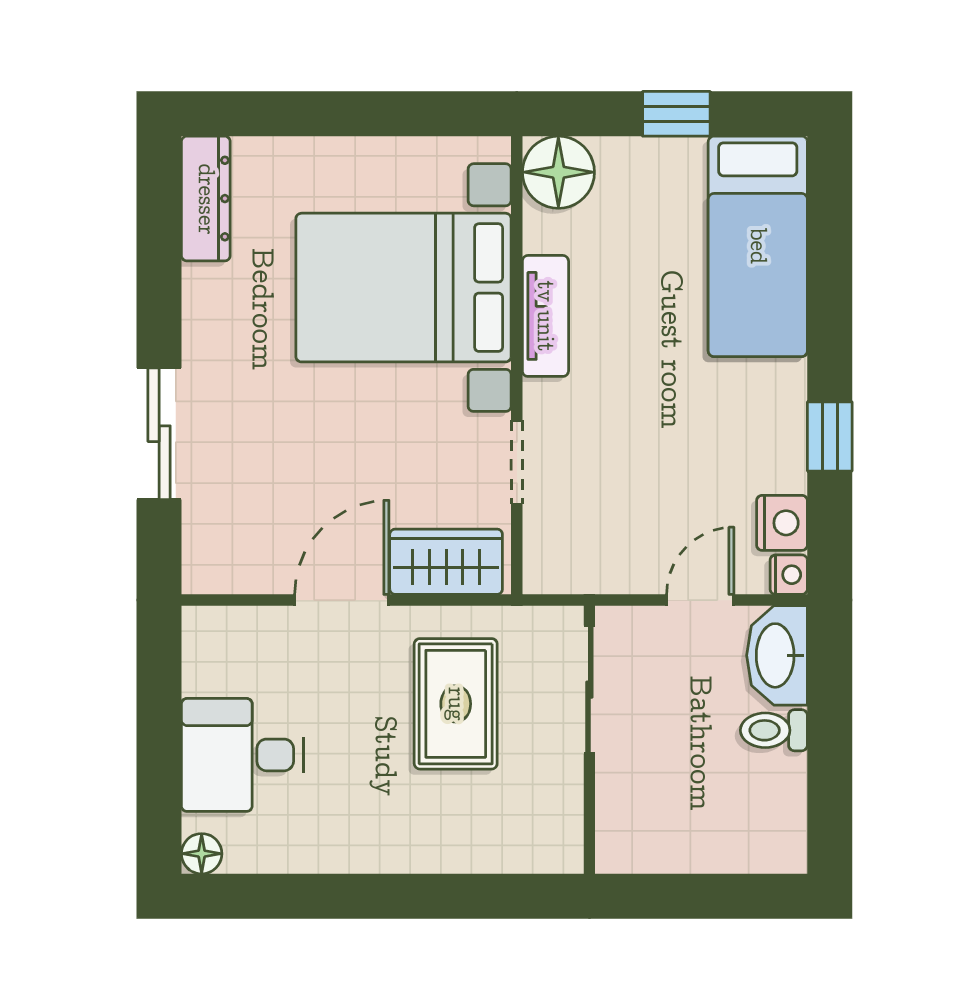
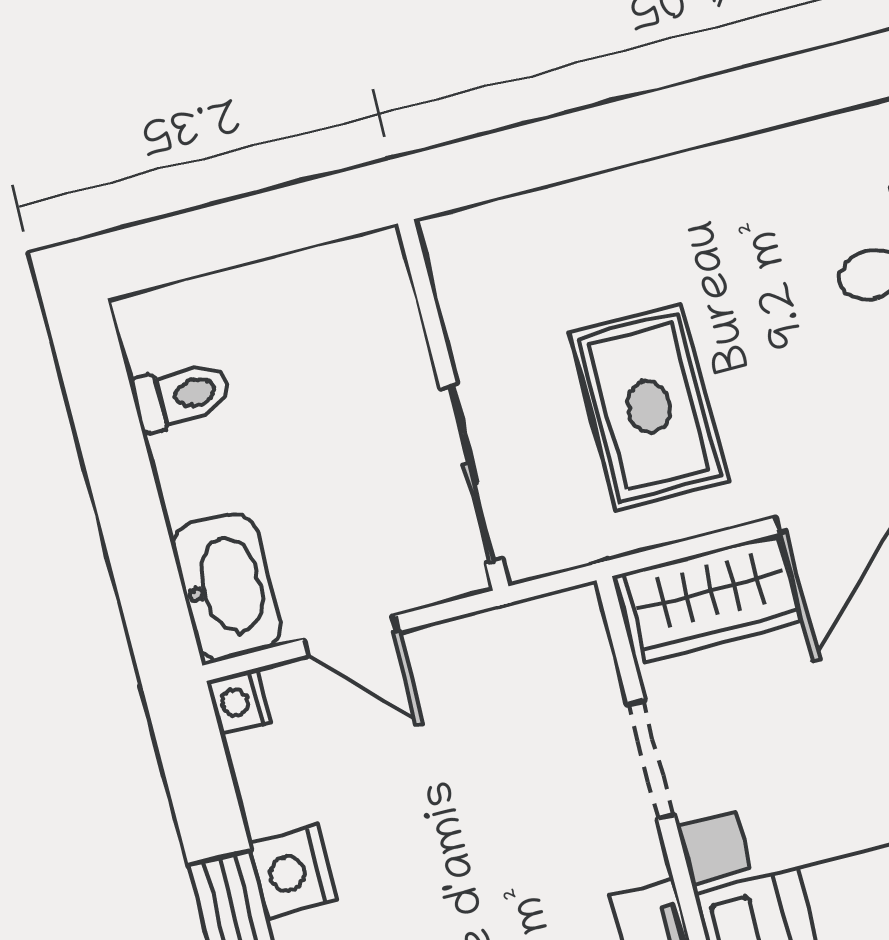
nightstand: (782, 523) -> (293, 872), moved
door: (700, 600) -> (351, 635), hinge flipped
toilet: (774, 730) -> (181, 396), moved

